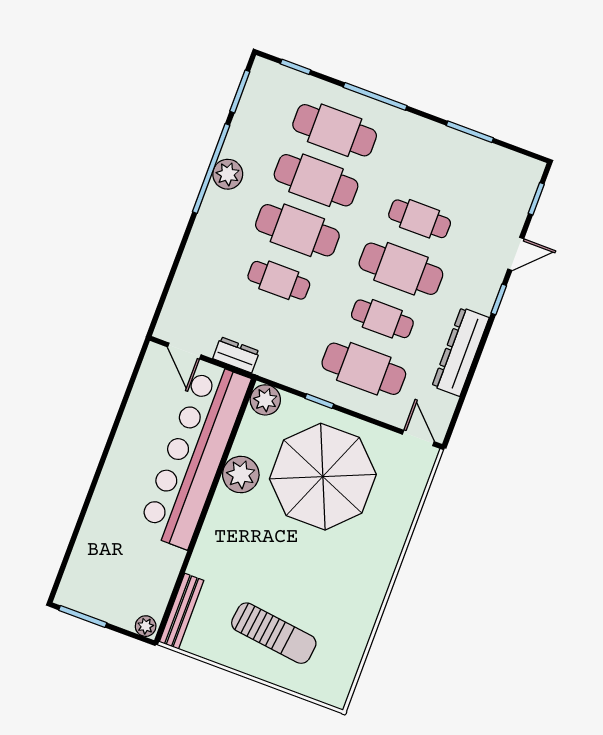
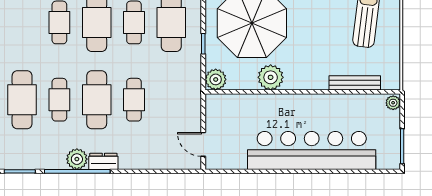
cafe table: (316, 180) -> (59, 100), width x0.73, depth x0.74
door: (184, 351) -> (203, 144), swing flipped
dresser: (236, 355) -> (103, 161), moved, turned 90
bar counter: (194, 455) -> (312, 150), moved, turned 180
bench: (182, 611) -> (355, 83), moved

